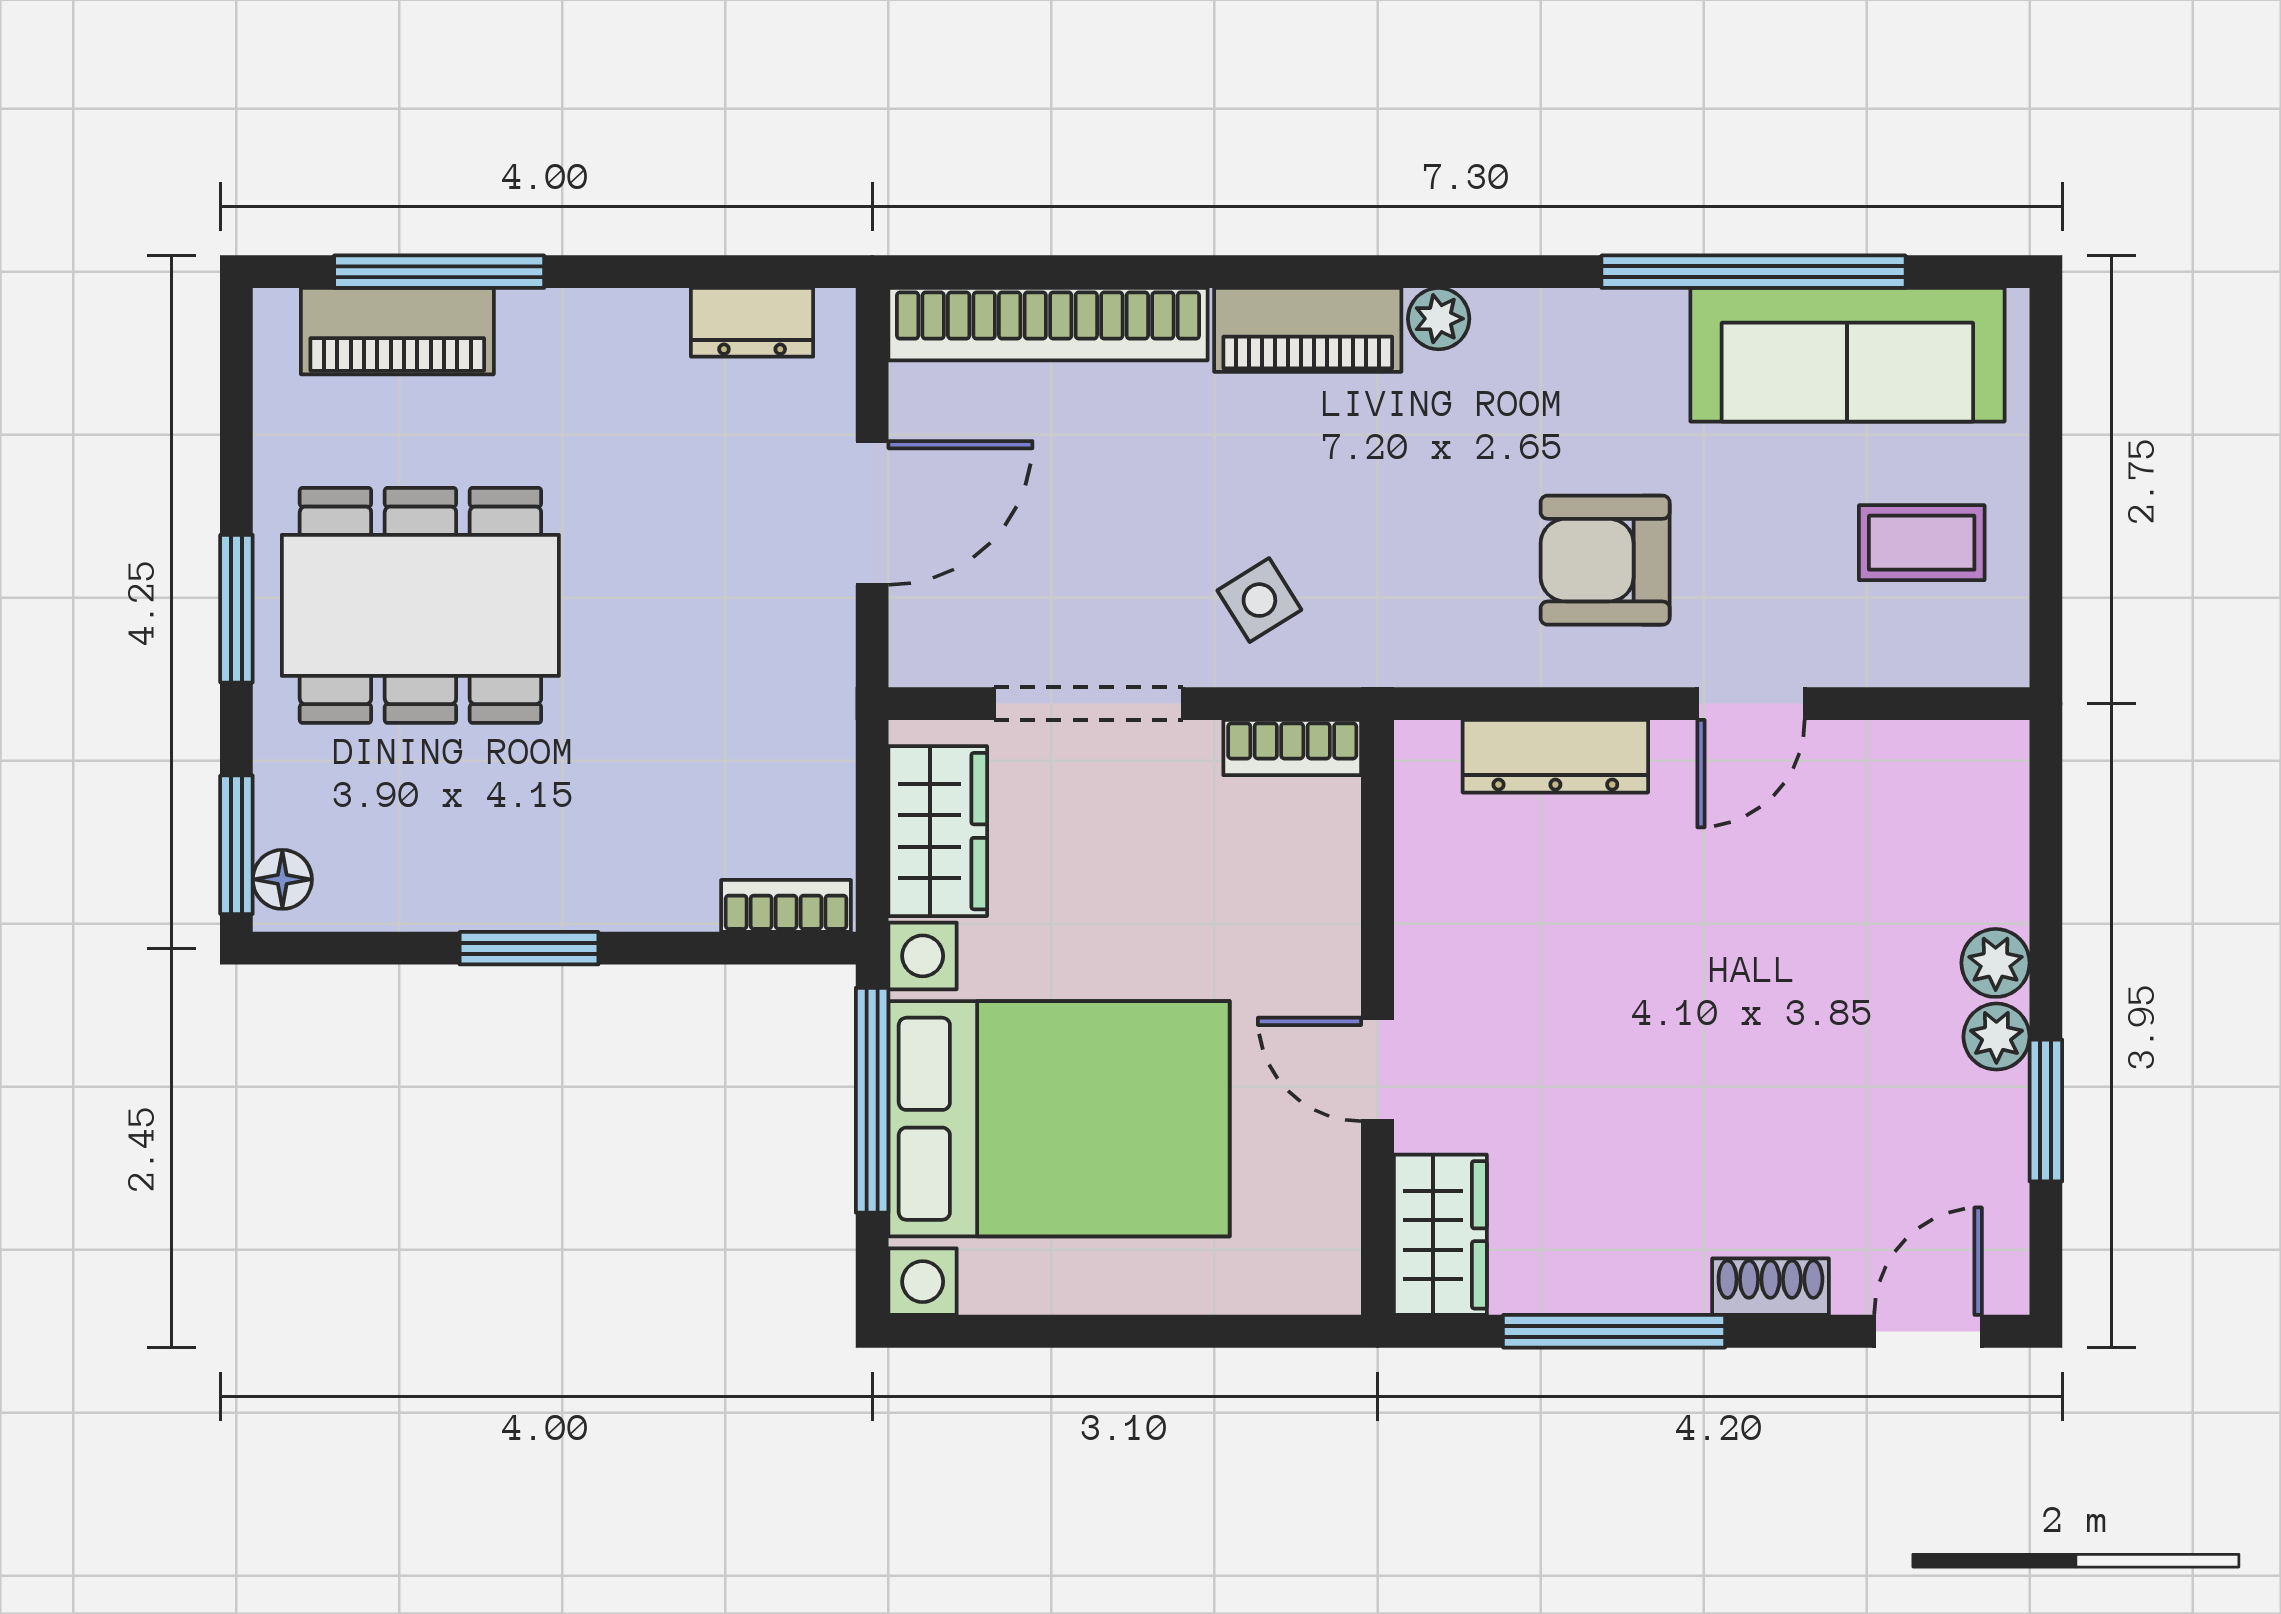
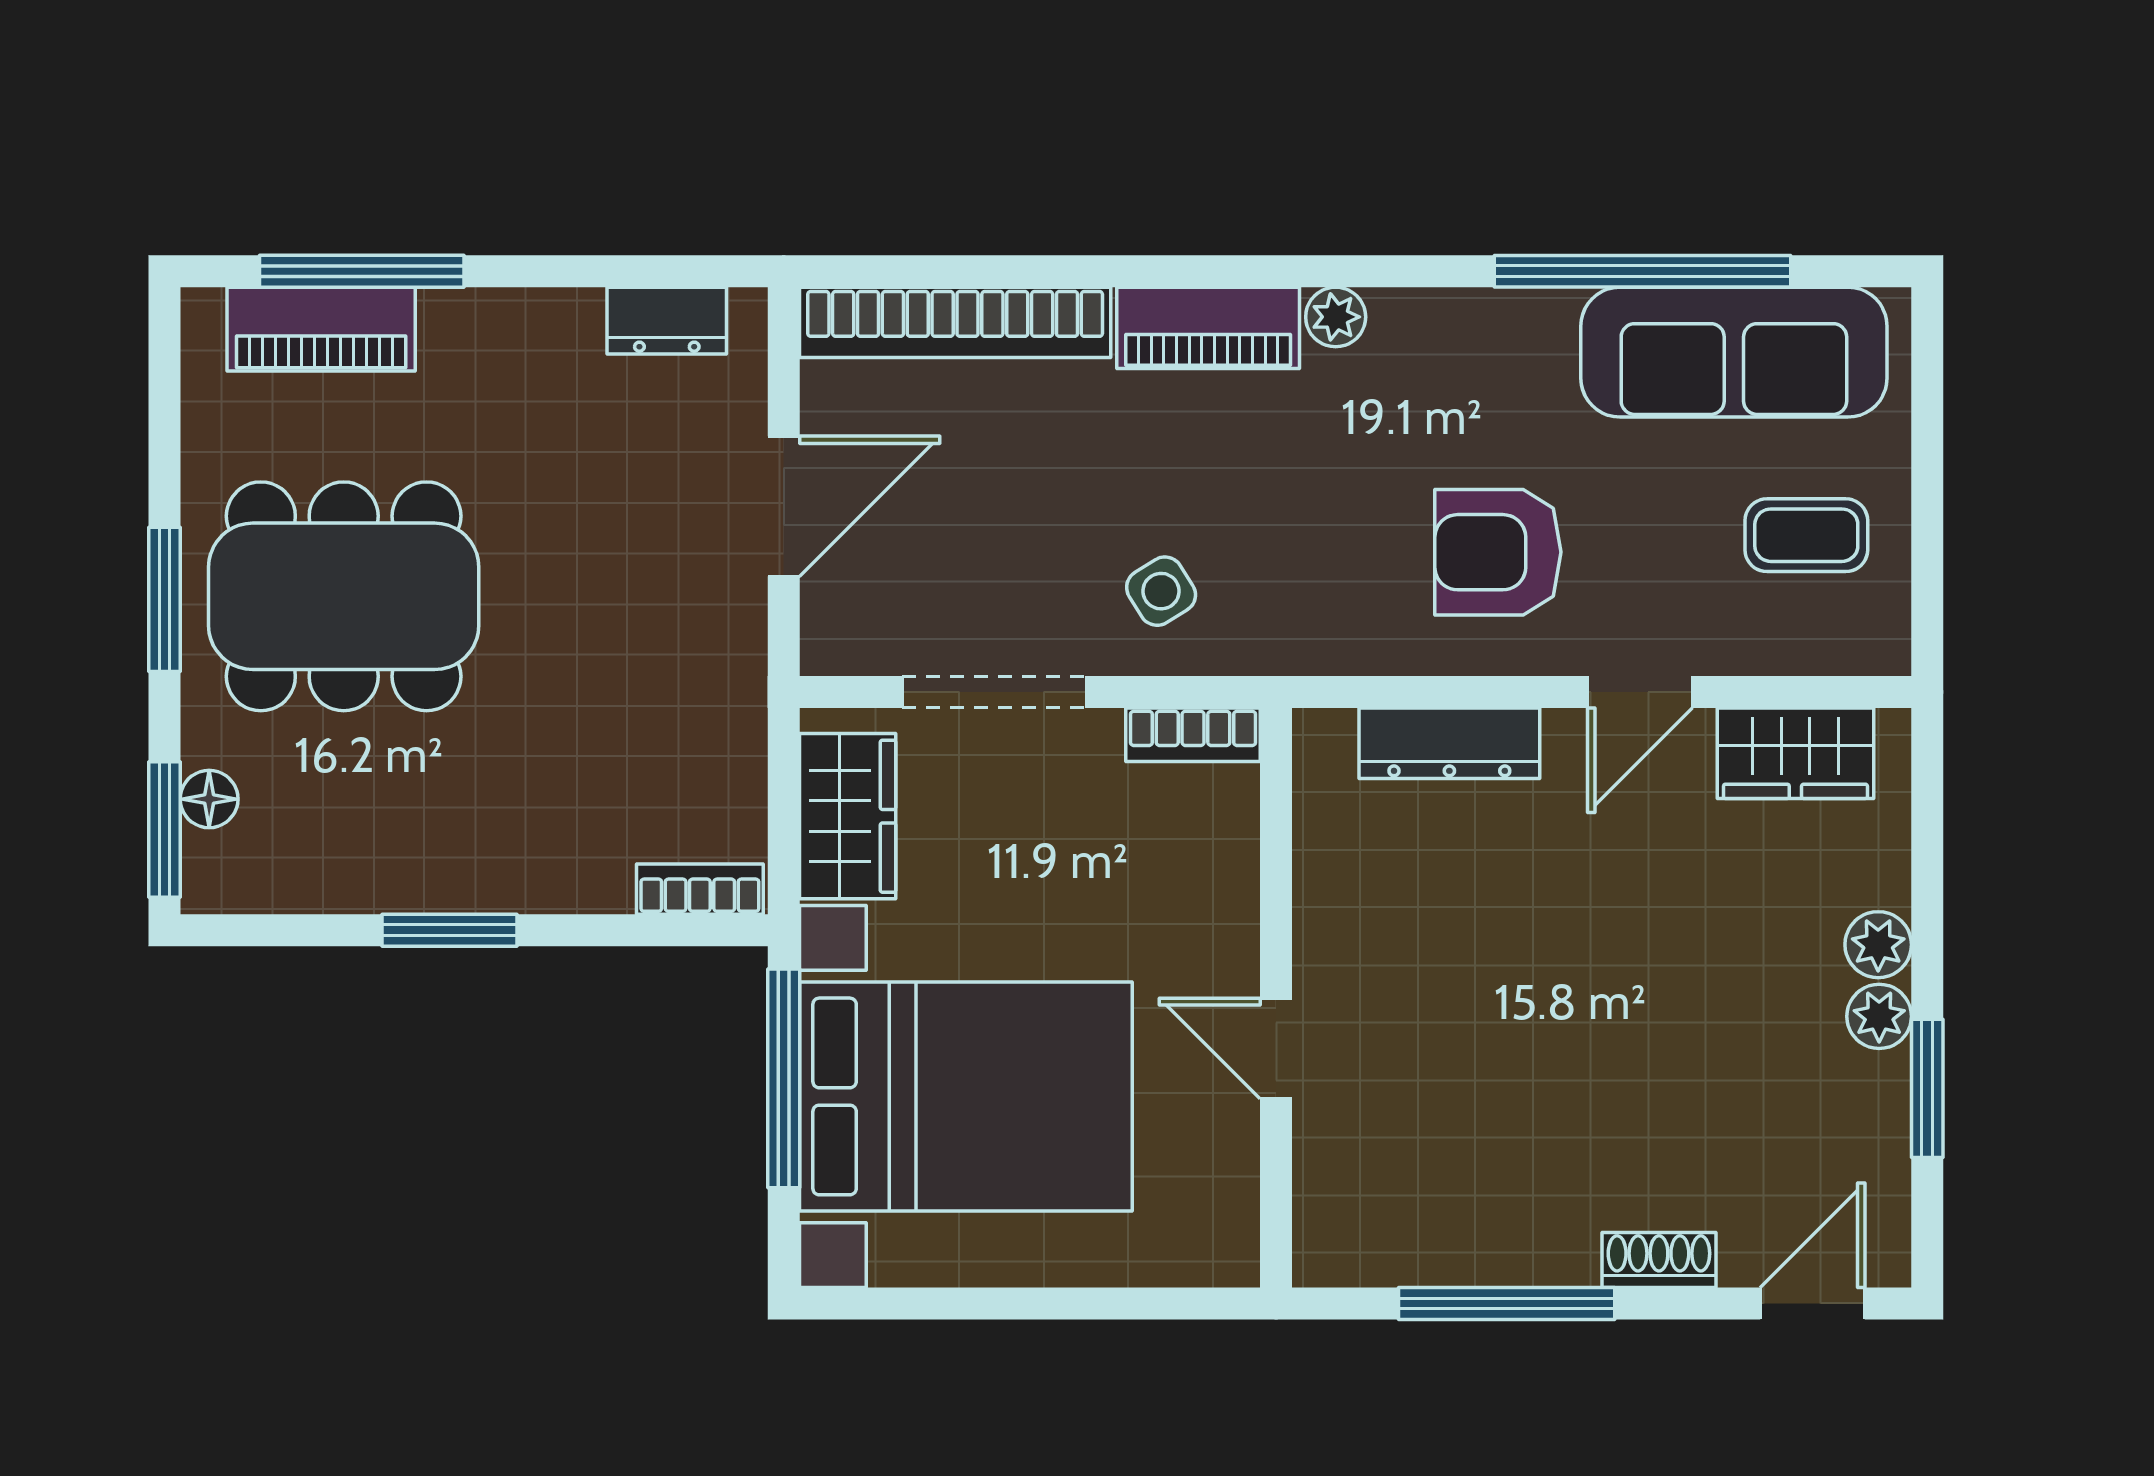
floor lamp: (282, 879) -> (209, 799), moved
wardrobe: (1440, 1235) -> (1795, 753), moved, turned 90

